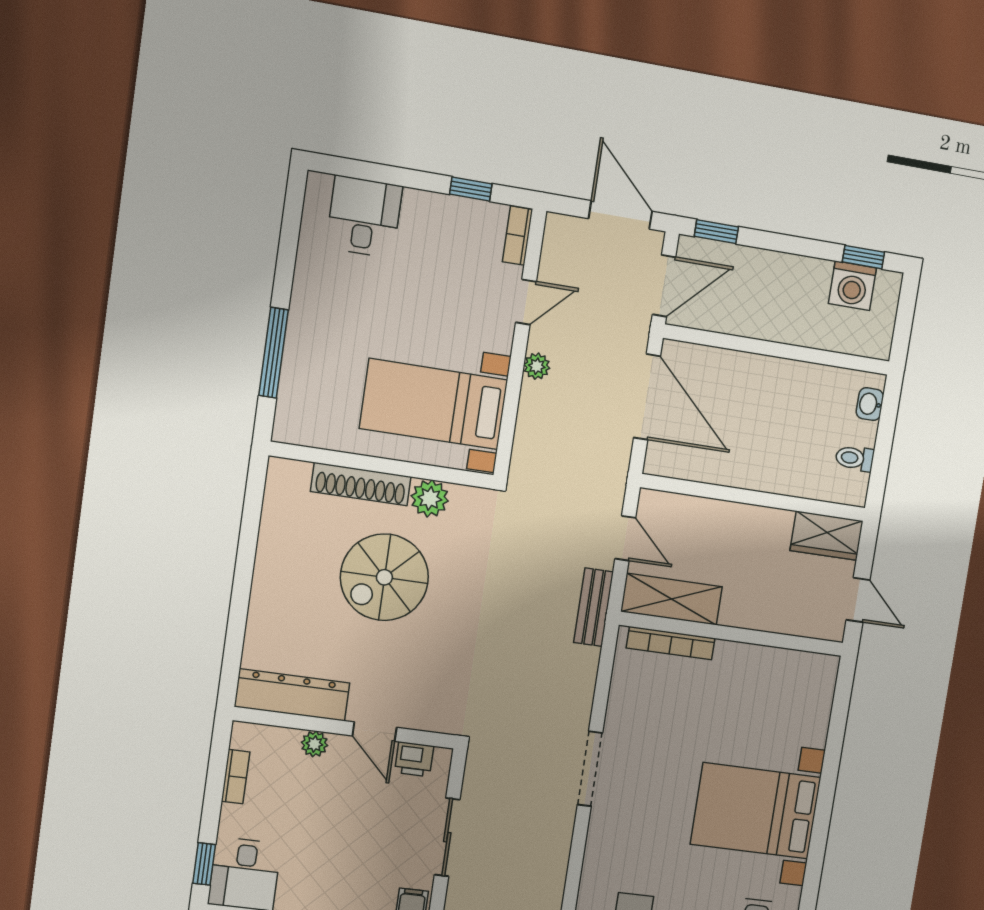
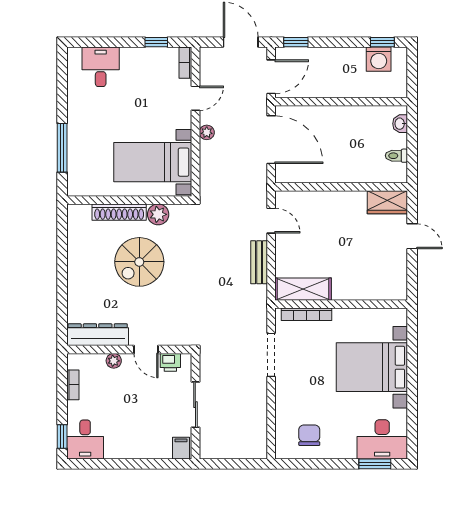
shelving: (672, 599) -> (303, 289), moved
wall: (732, 634) -> (341, 304), moved
bookcase: (671, 643) -> (306, 314), moved

